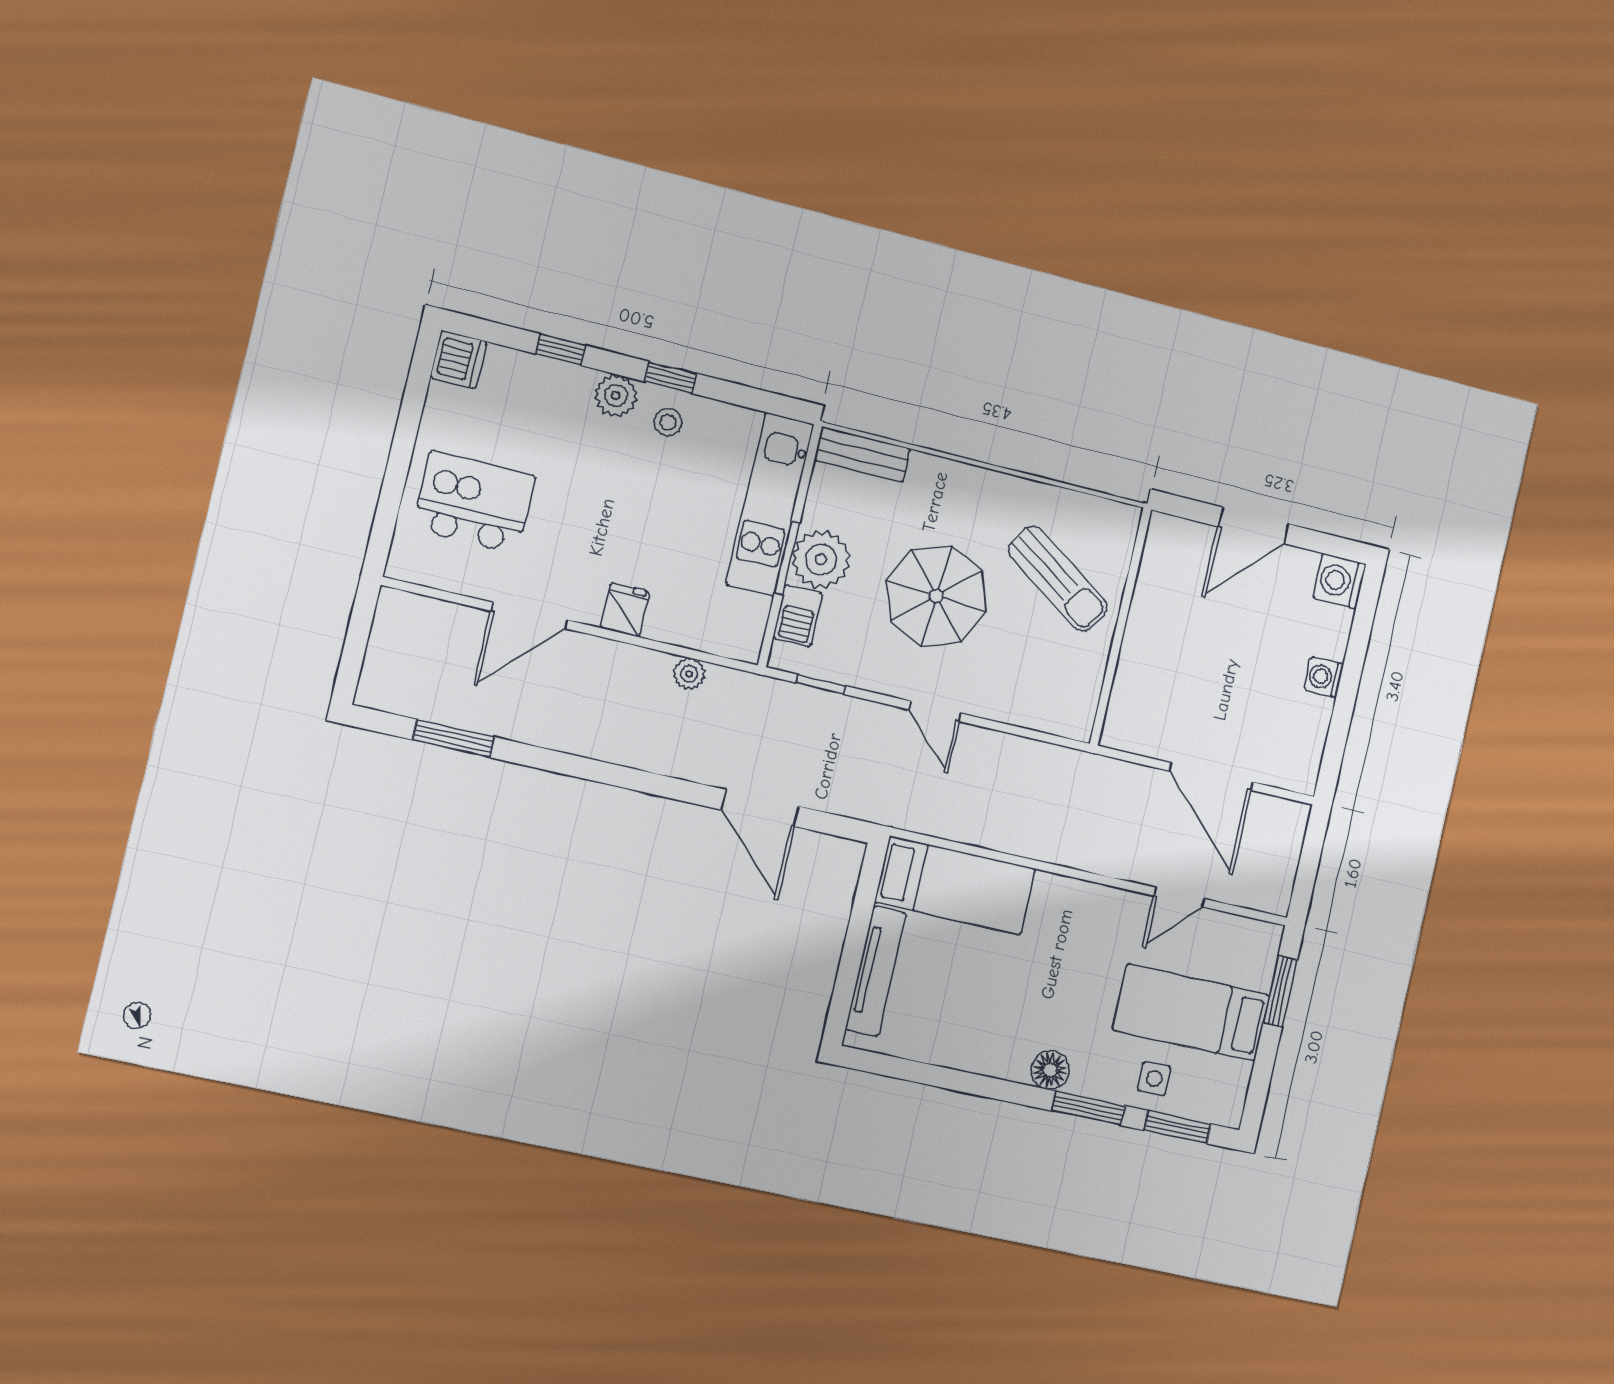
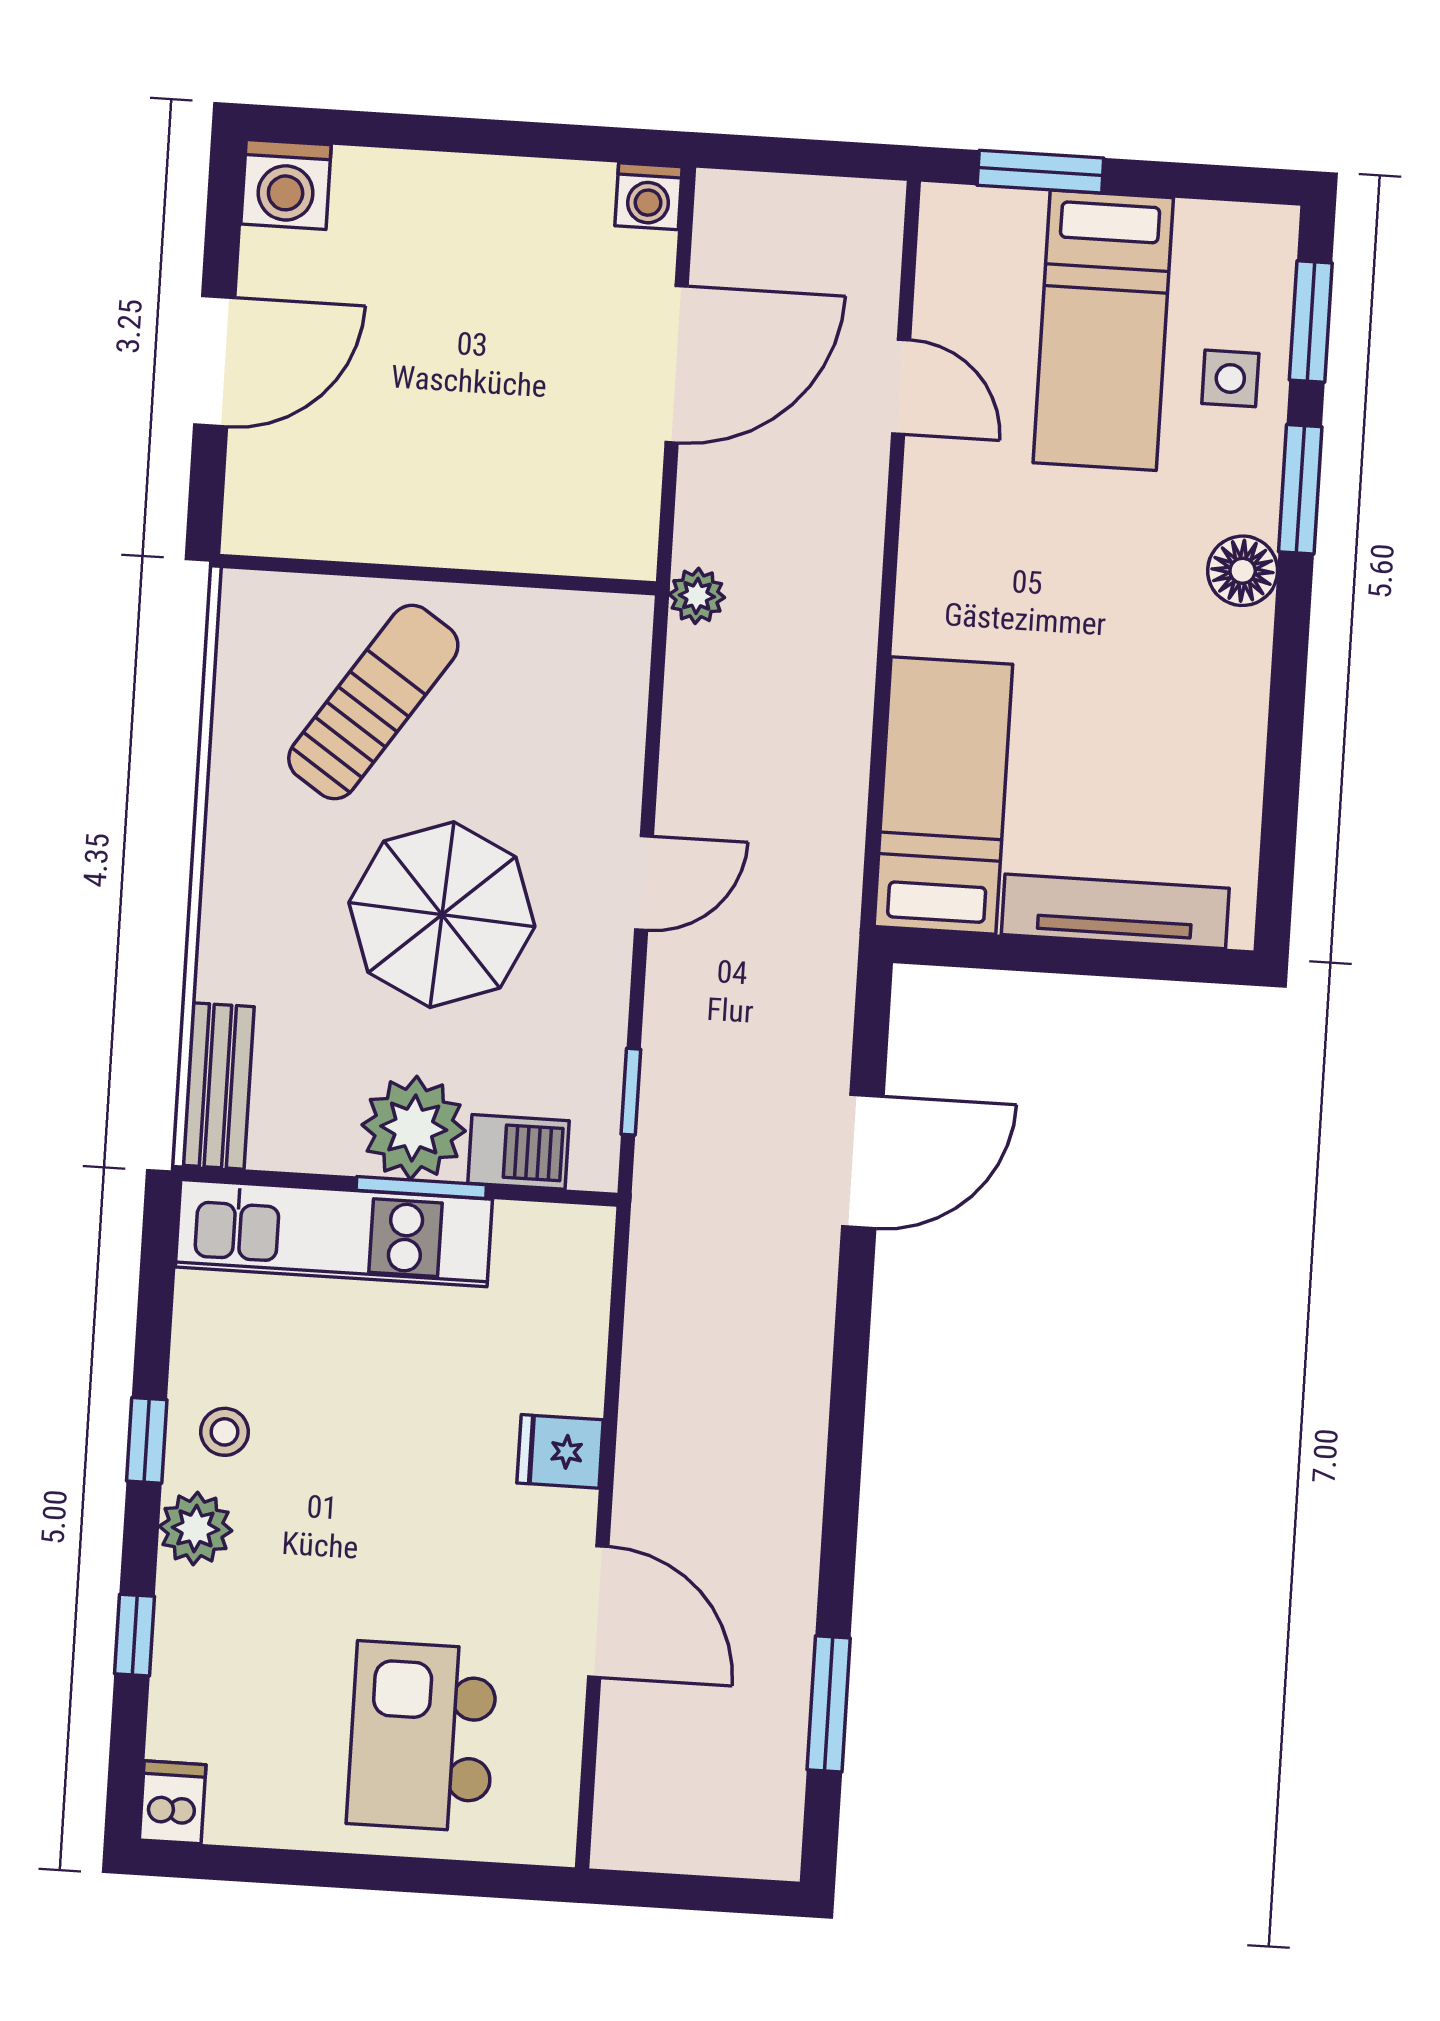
dishwasher: (458, 360) -> (173, 1802), width x0.73
door: (1253, 525) -> (215, 361), hinge flipped
plant: (689, 674) -> (697, 596), moved
washing machine: (1324, 677) -> (648, 196), moved

